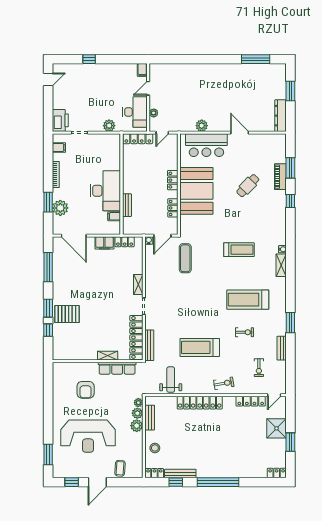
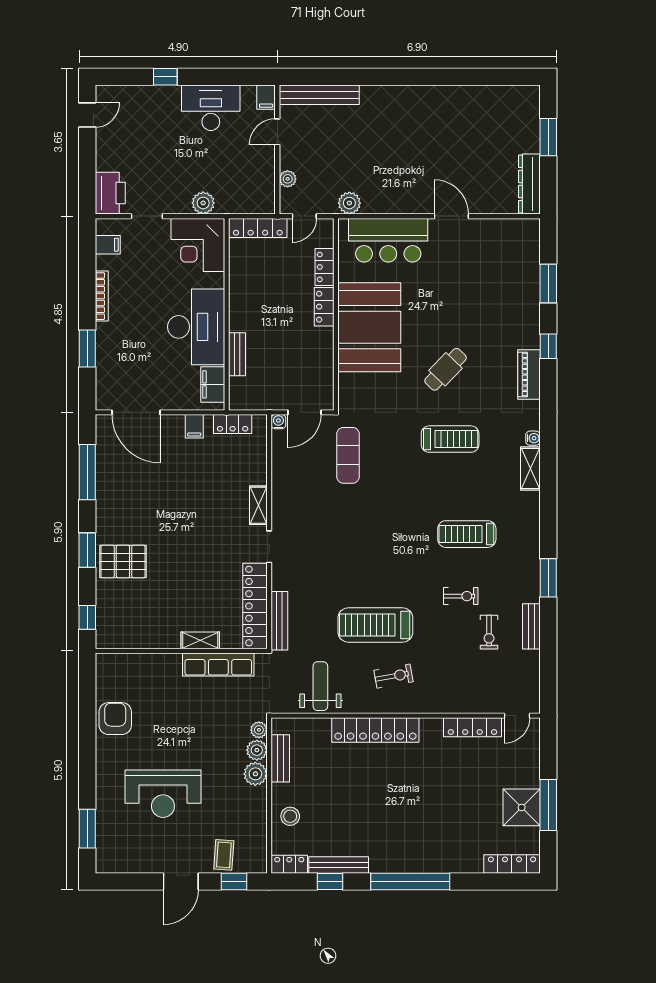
window: (256, 59) -> (482, 77), removed
bench: (170, 69) -> (319, 95), added
desk: (135, 112) -> (211, 108), moved, turned -90
plant: (202, 126) -> (349, 203), moved
corner desk: (106, 148) -> (198, 245), added
piano: (280, 177) -> (529, 375), moved
cafe table: (248, 186) -> (446, 369), moved
plant: (60, 208) -> (110, 360), removed
locker: (173, 208) -> (324, 267), moved
filing cabinet: (114, 216) -> (213, 384), width x2.00
filing cabinet: (104, 243) -> (194, 426), width x0.50
treadmill: (248, 300) -> (467, 534), width x0.73, depth x0.73
window: (48, 330) -> (87, 617), moved
exercise bike: (259, 368) -> (489, 632), moved
exercise bike: (224, 383) -> (394, 676), moved
armchair: (86, 390) -> (115, 719), moved, turned 180
shower: (277, 428) -> (522, 807), moved
reception desk: (88, 436) -> (163, 794), width x0.74, depth x0.77
window: (290, 442) -> (548, 805), width x1.44
locker: (277, 473) -> (512, 864), width x1.53
window: (72, 482) -> (234, 881), moved

